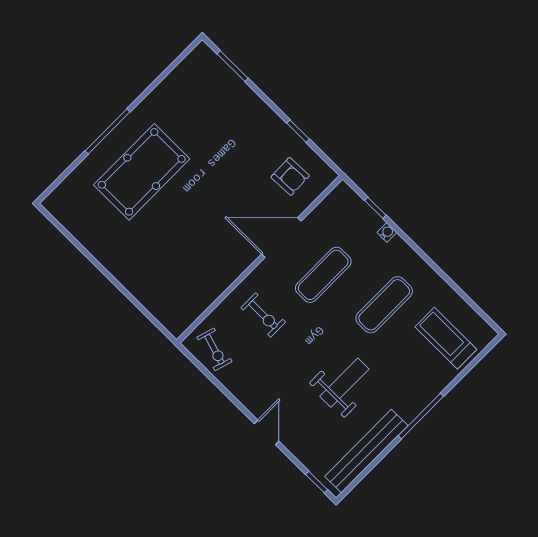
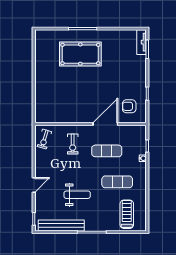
tv unit: (214, 64) -> (141, 42), added
armchair: (290, 176) -> (129, 106), turned 92
door: (281, 237) -> (105, 124), hinge flipped

